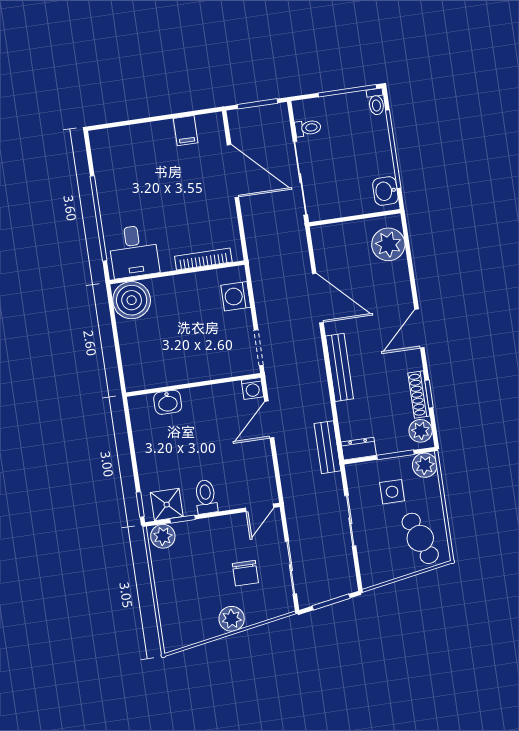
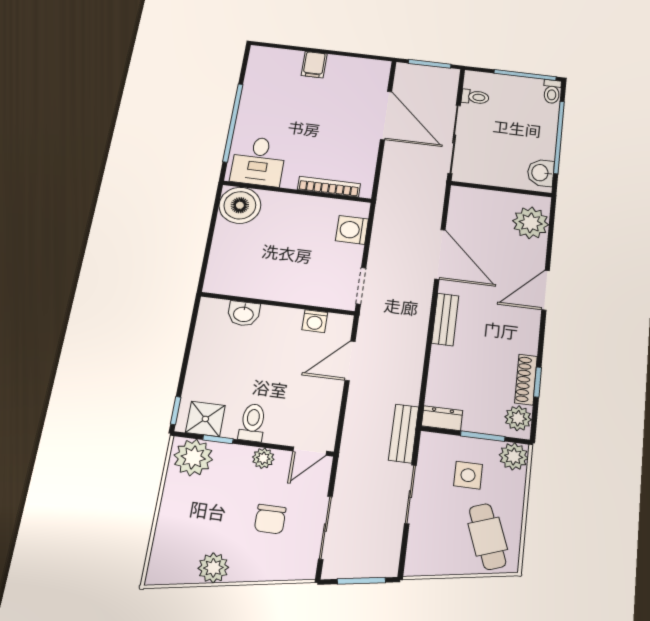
filing cabinet: (186, 131) -> (314, 65), moved
door: (419, 329) -> (546, 290), moved
bench: (340, 367) -> (445, 319), width x0.73
washing machine: (252, 388) -> (315, 321), moved
bench: (328, 447) -> (404, 433), moved
plant: (224, 525) -> (263, 458), added
plant: (163, 536) -> (193, 457), width x1.36, depth x1.36
plant: (232, 619) -> (213, 568), moved

